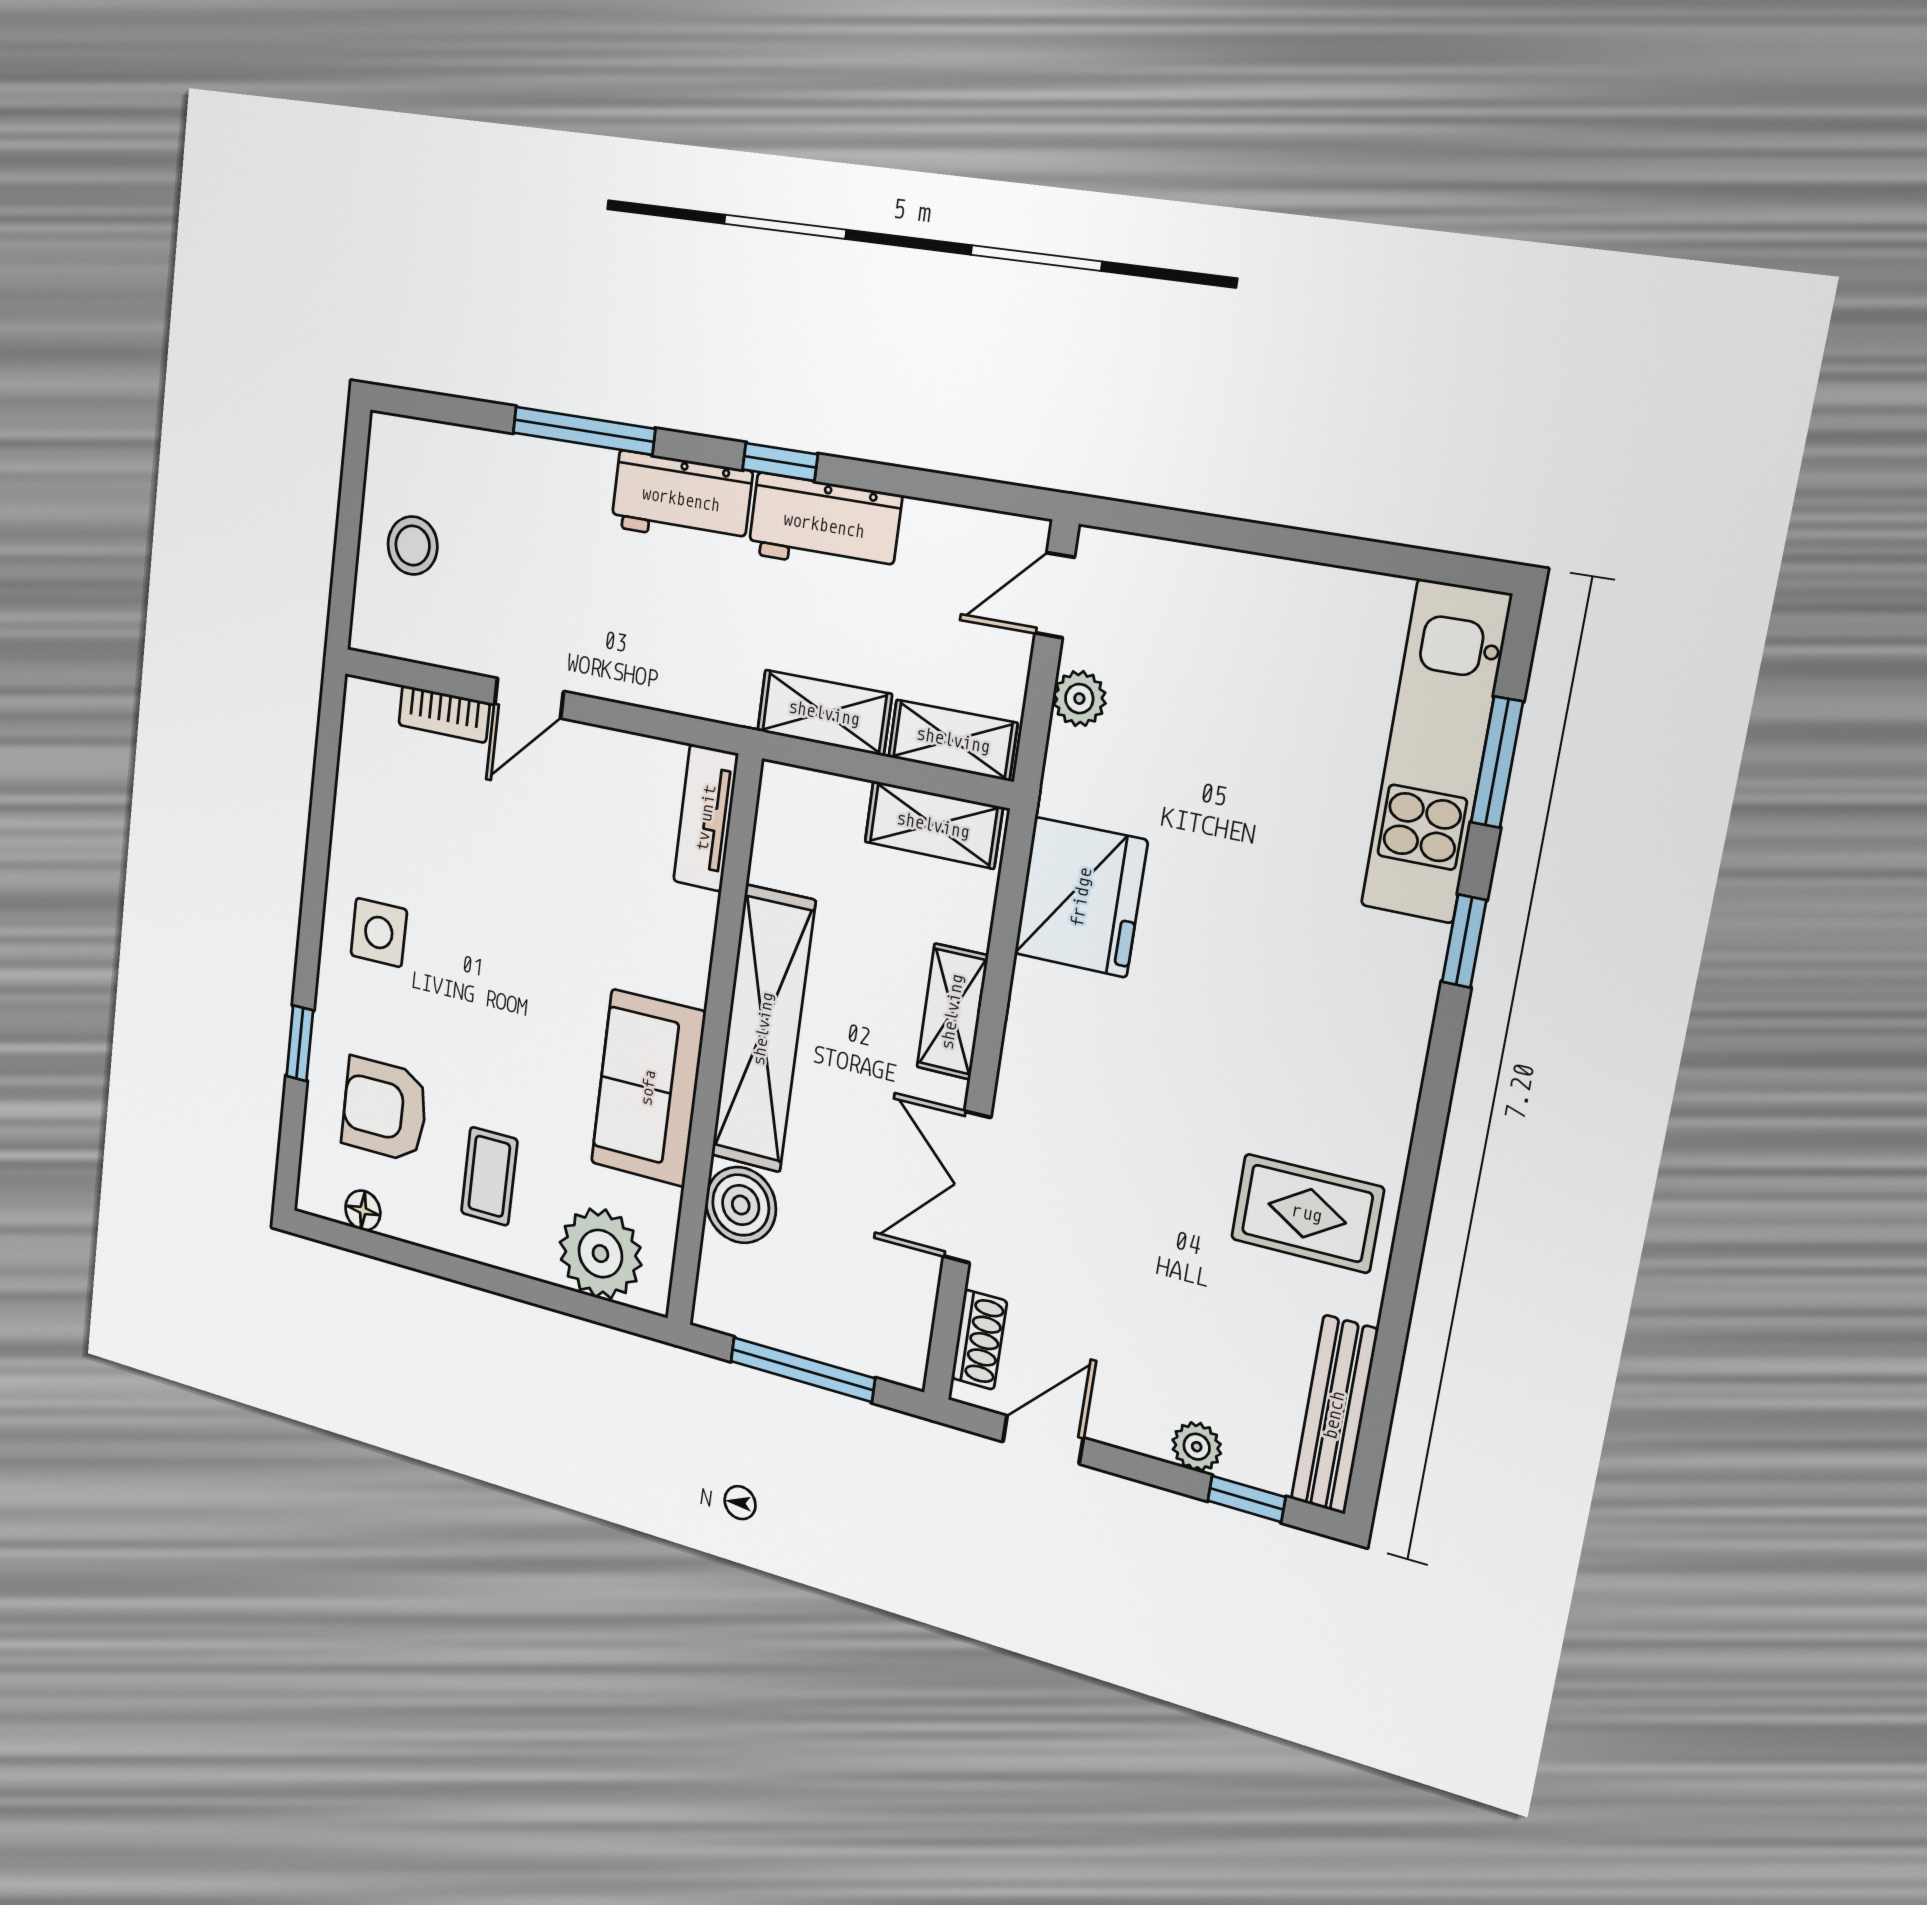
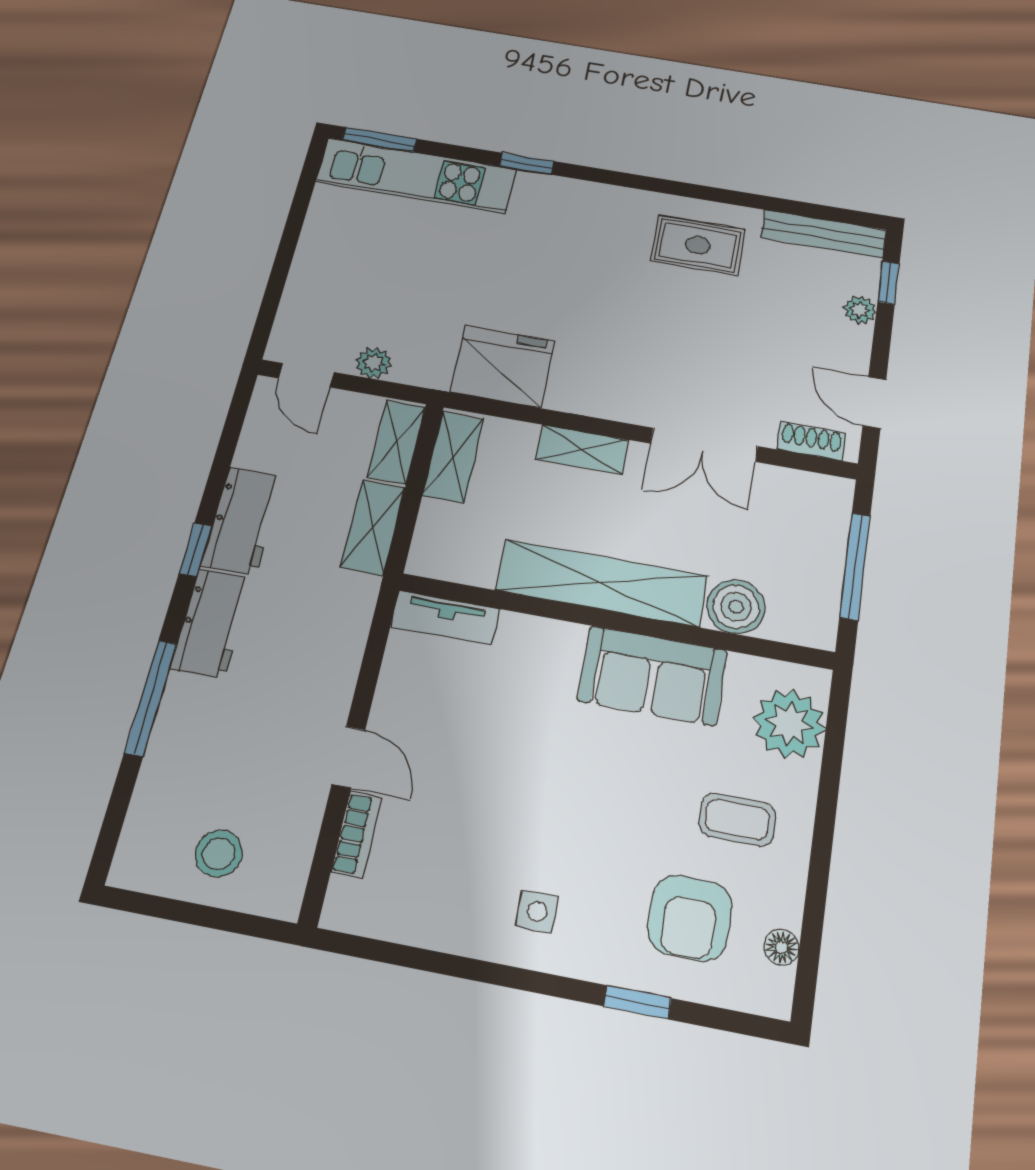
window: (1497, 762) -> (380, 139), moved
side table: (379, 933) -> (537, 912), width x0.73, depth x0.73
rug: (1307, 1213) -> (698, 245), turned 90

